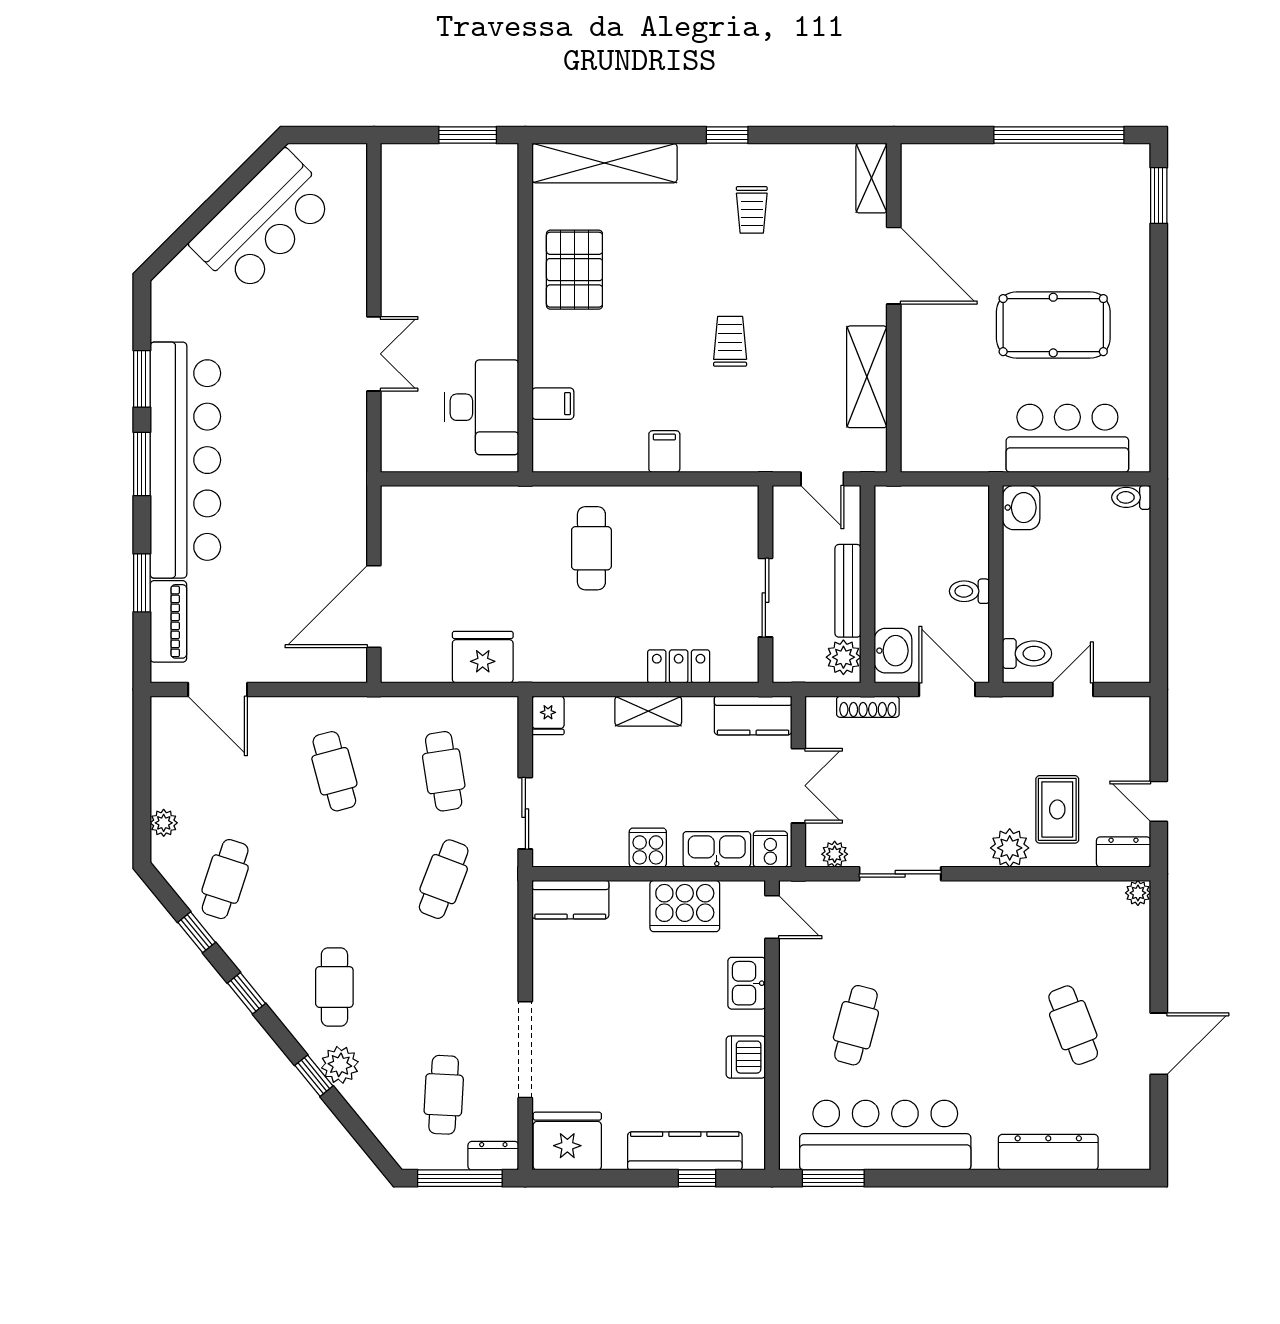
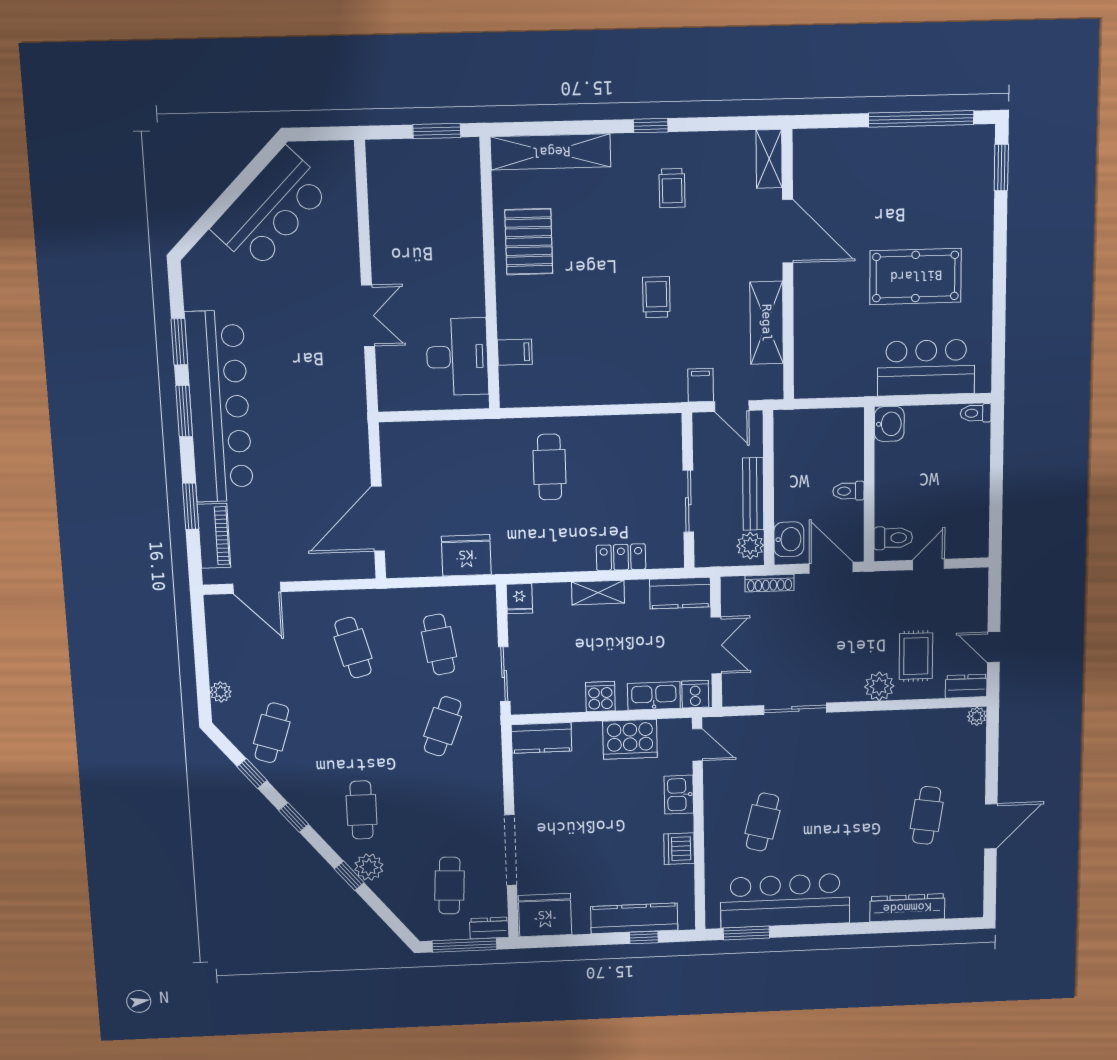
filing cabinet: (664, 452) -> (701, 385), moved
plant: (835, 854) -> (745, 696), removed
cafe table: (1073, 1025) -> (927, 815), turned 30

